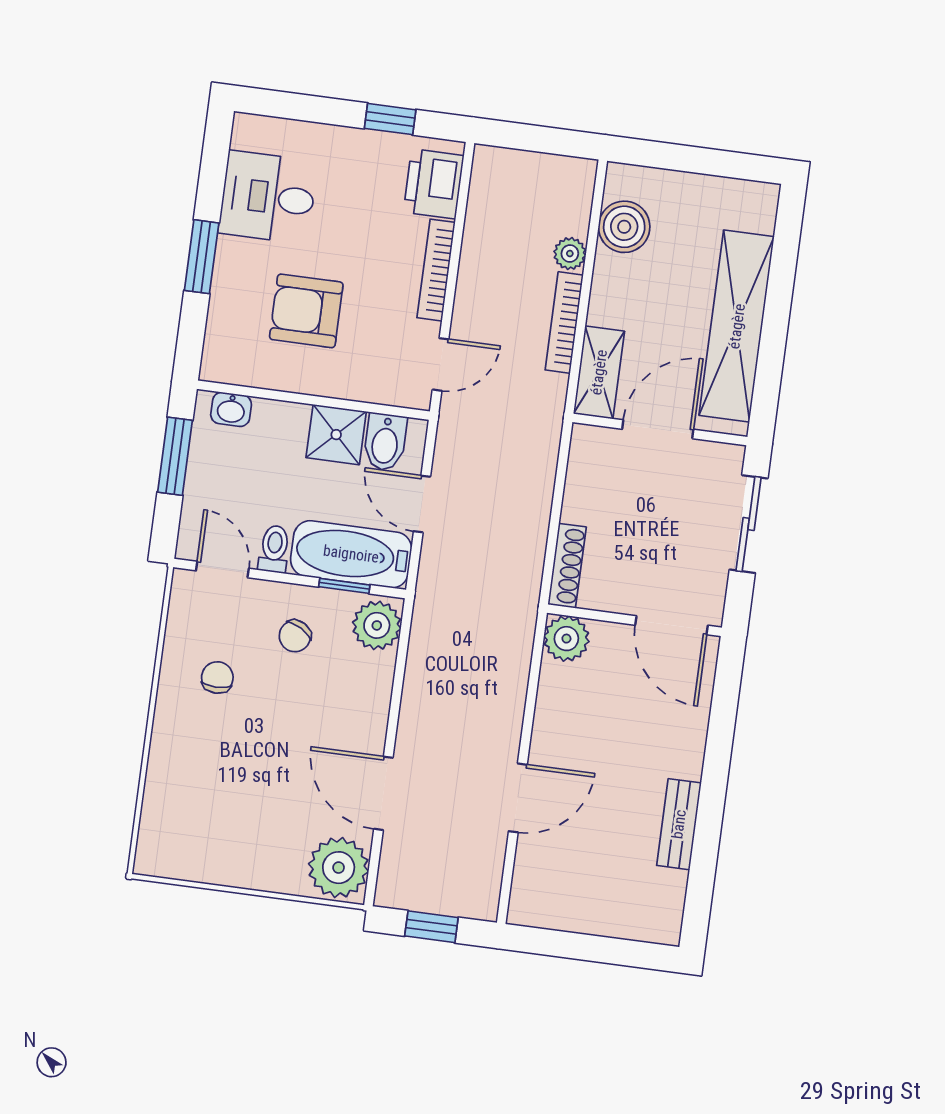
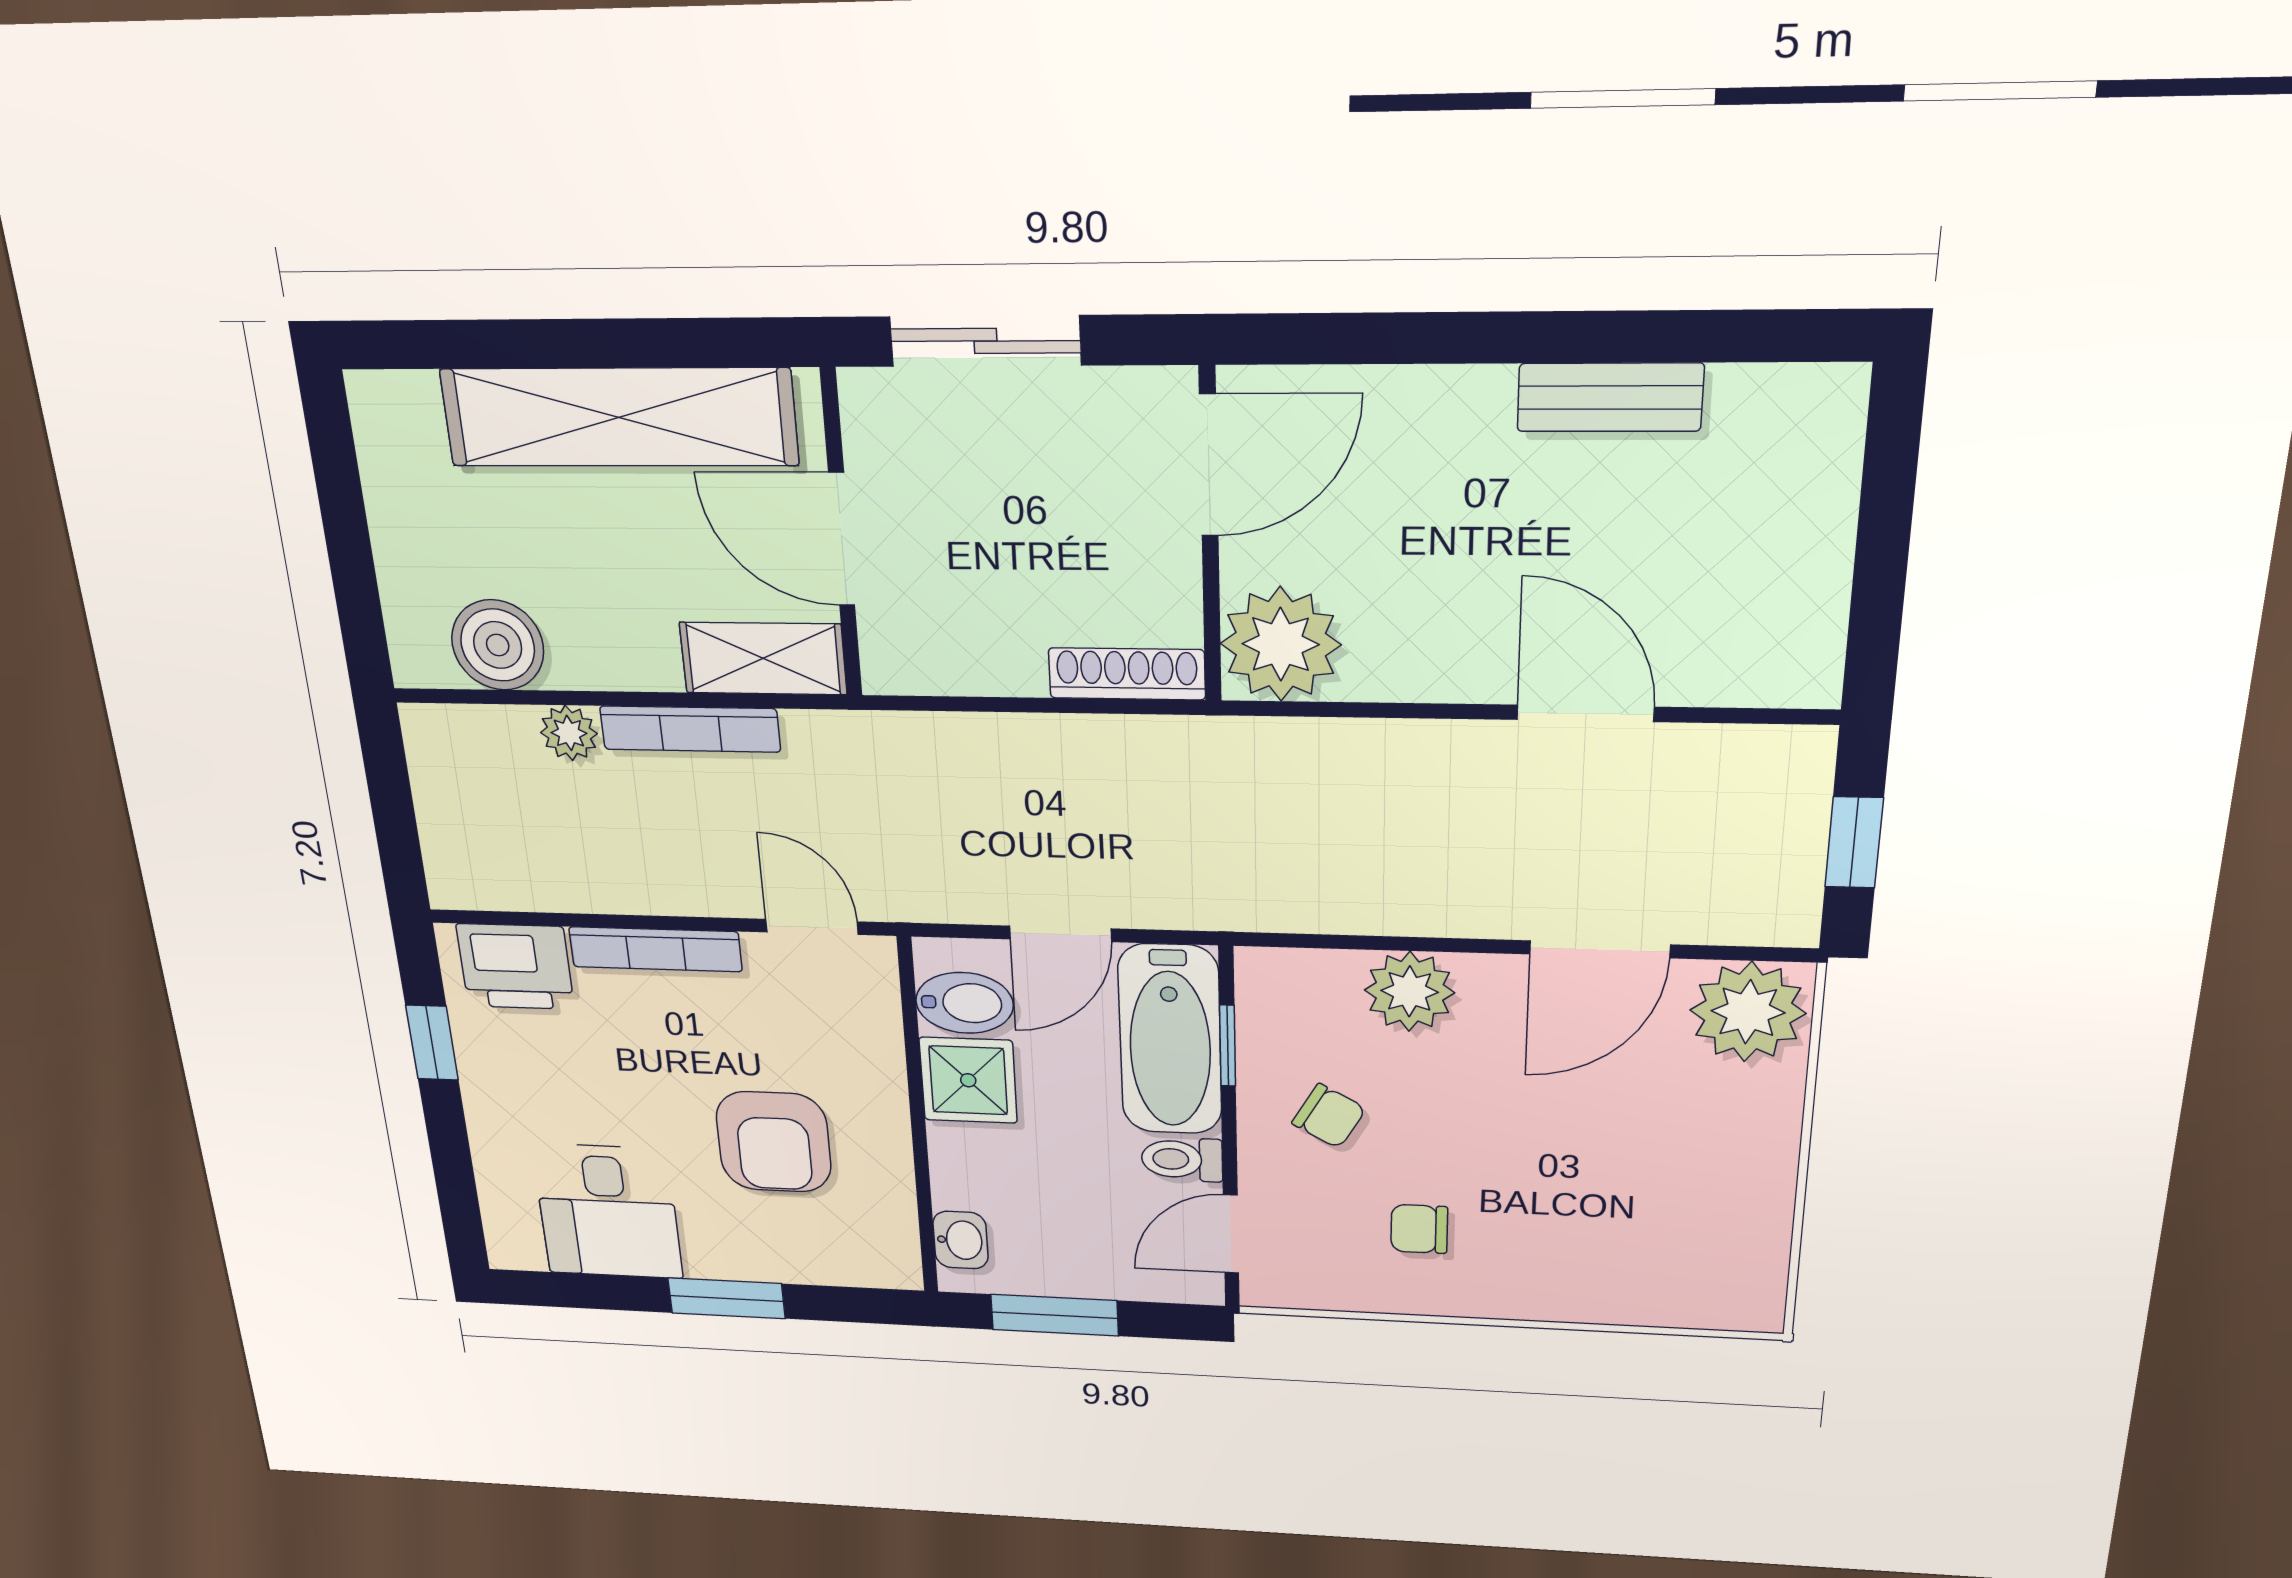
plant: (377, 625) -> (1410, 991), moved
plant: (566, 639) -> (1281, 644), width x1.36, depth x1.36

